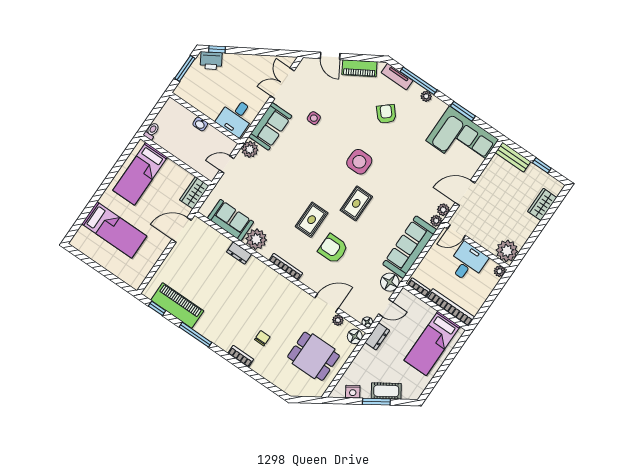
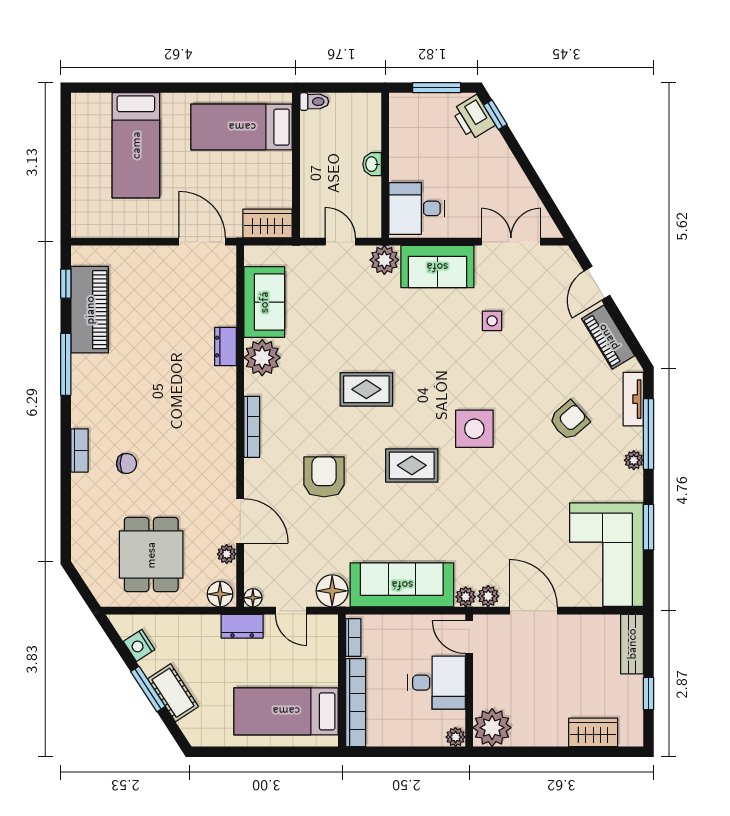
rug: (312, 220) -> (366, 389), moved

